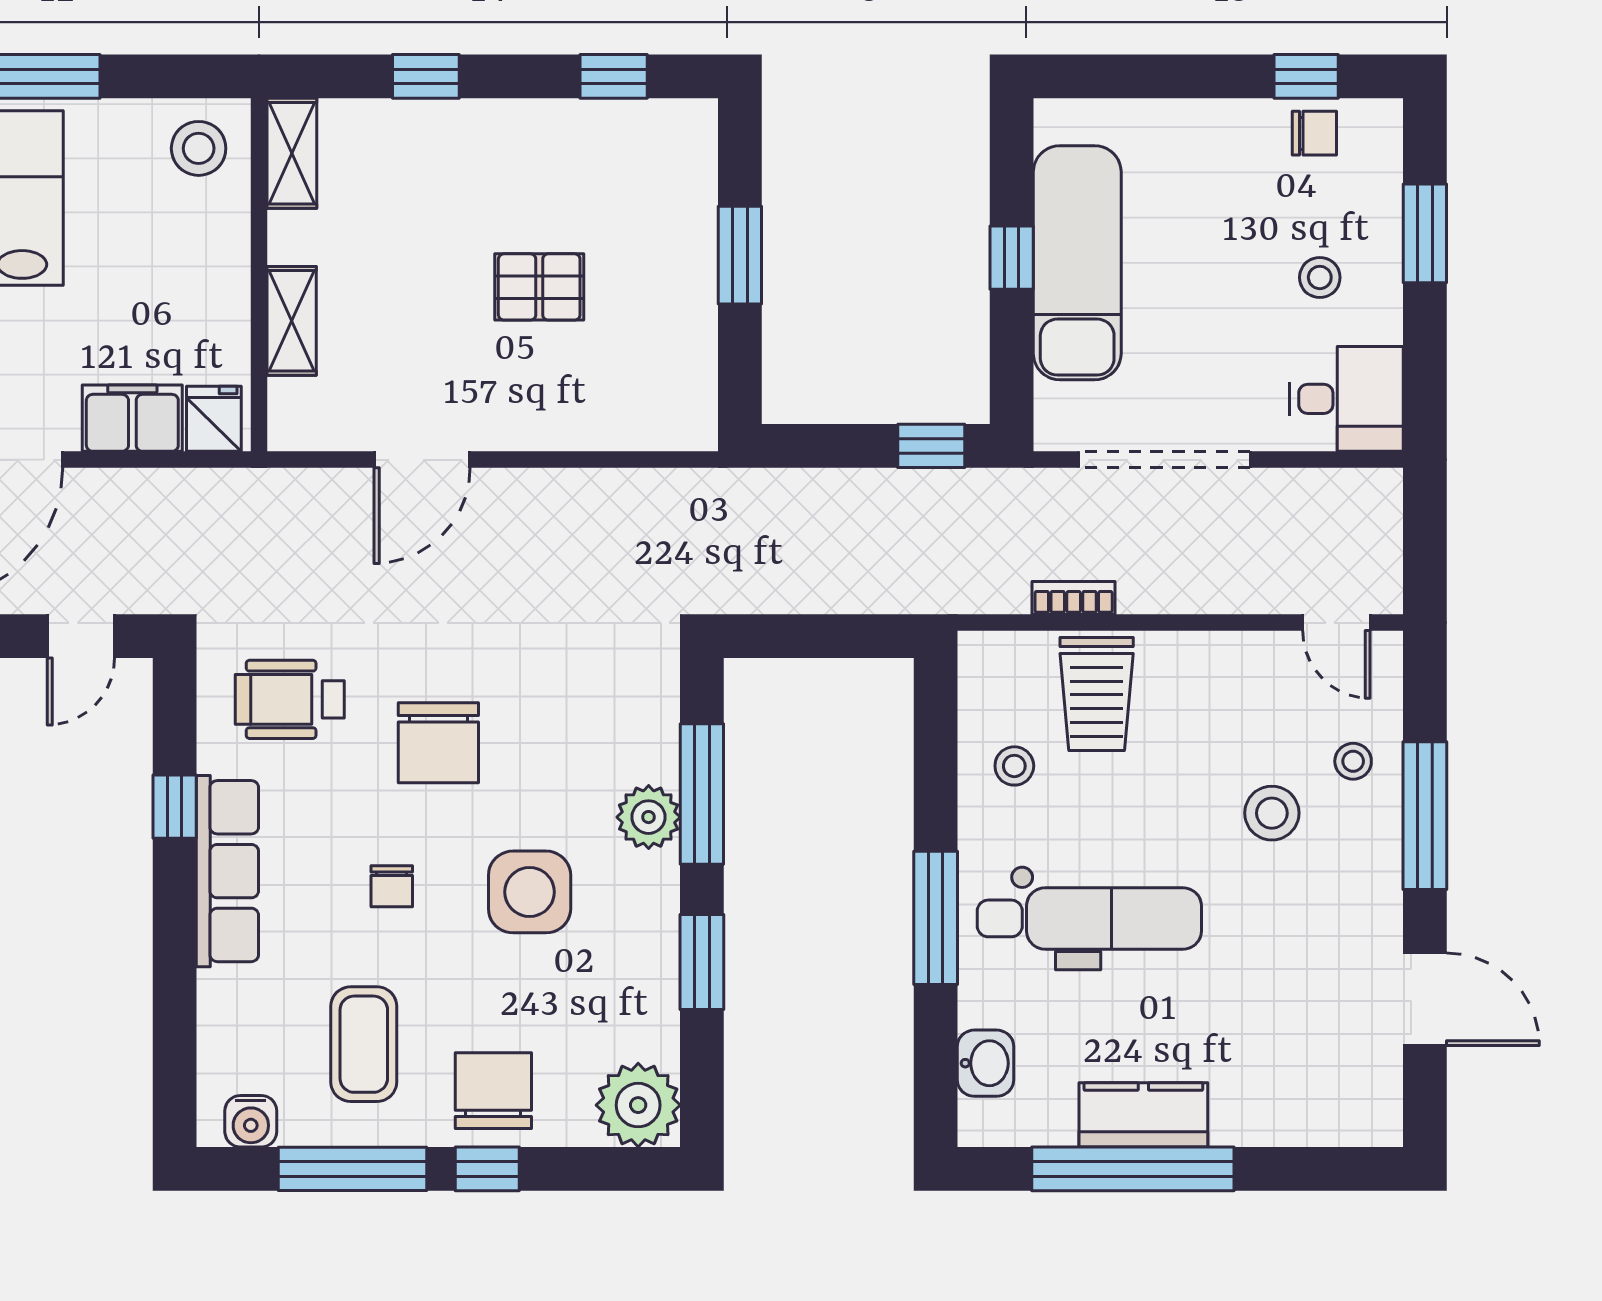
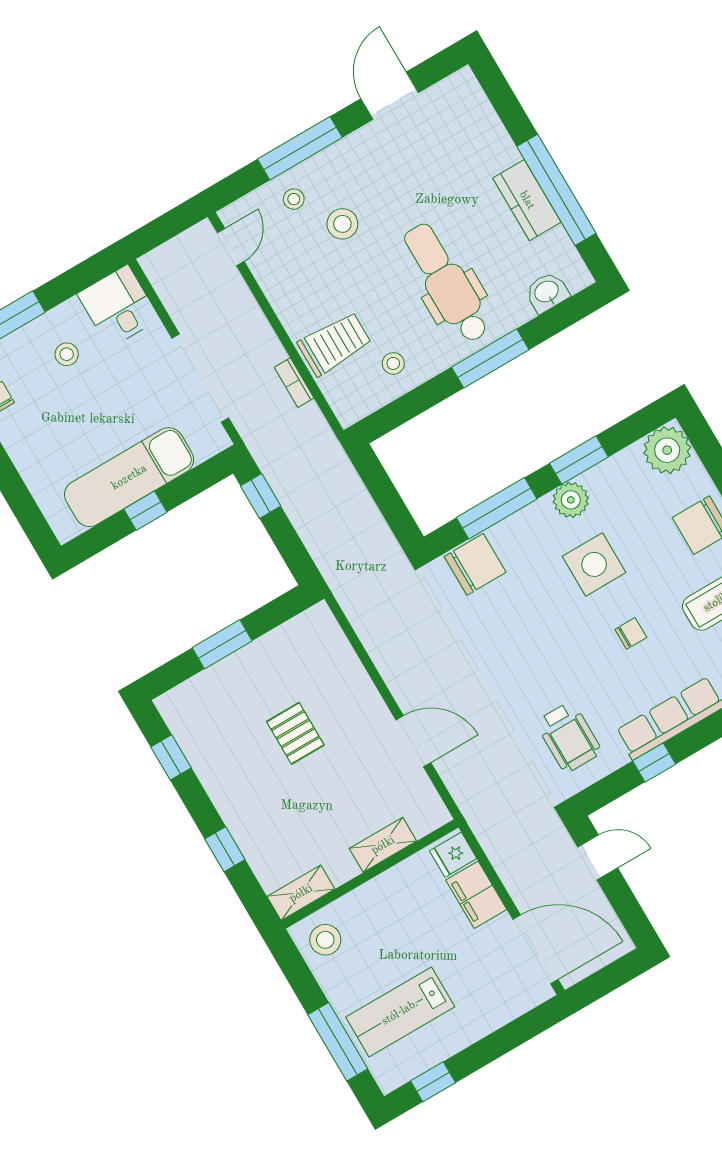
chair: (438, 743) -> (475, 564), moved
plant: (649, 817) -> (571, 500), moved

